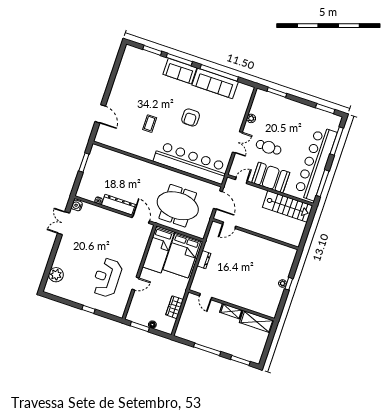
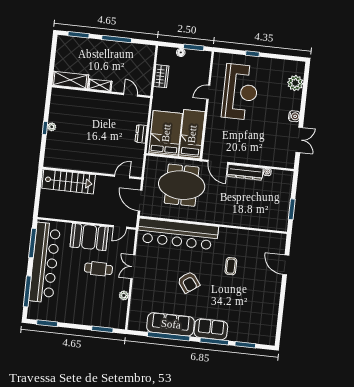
armchair: (191, 117) -> (189, 282), turned 144
water cooler: (77, 205) -> (294, 116), moved
stairs: (288, 206) -> (69, 182), moved, turned 180
reception desk: (107, 278) -> (240, 92), width x1.36, depth x1.30

